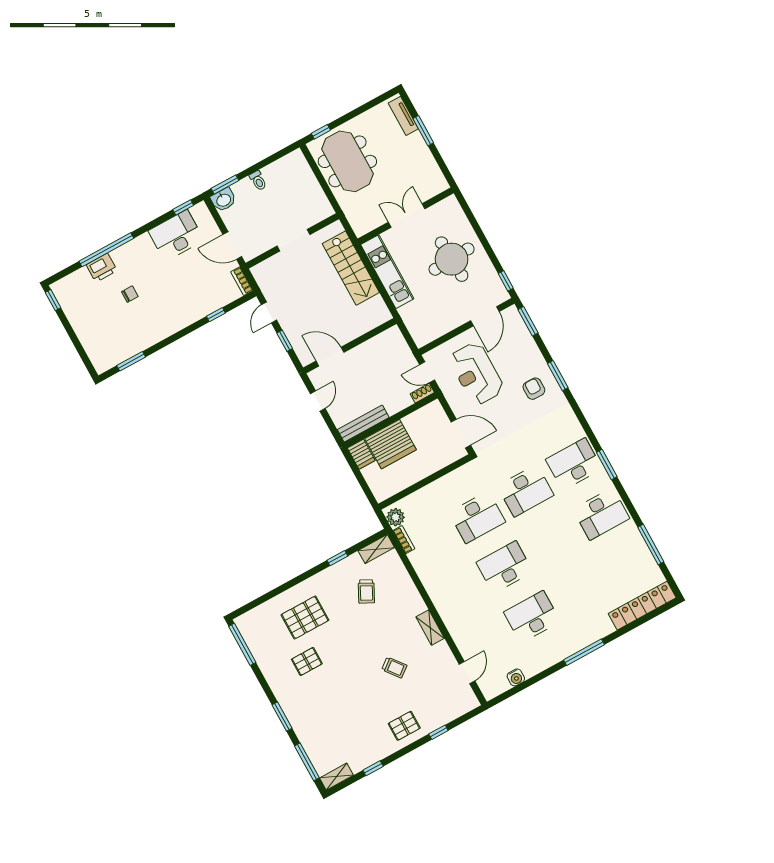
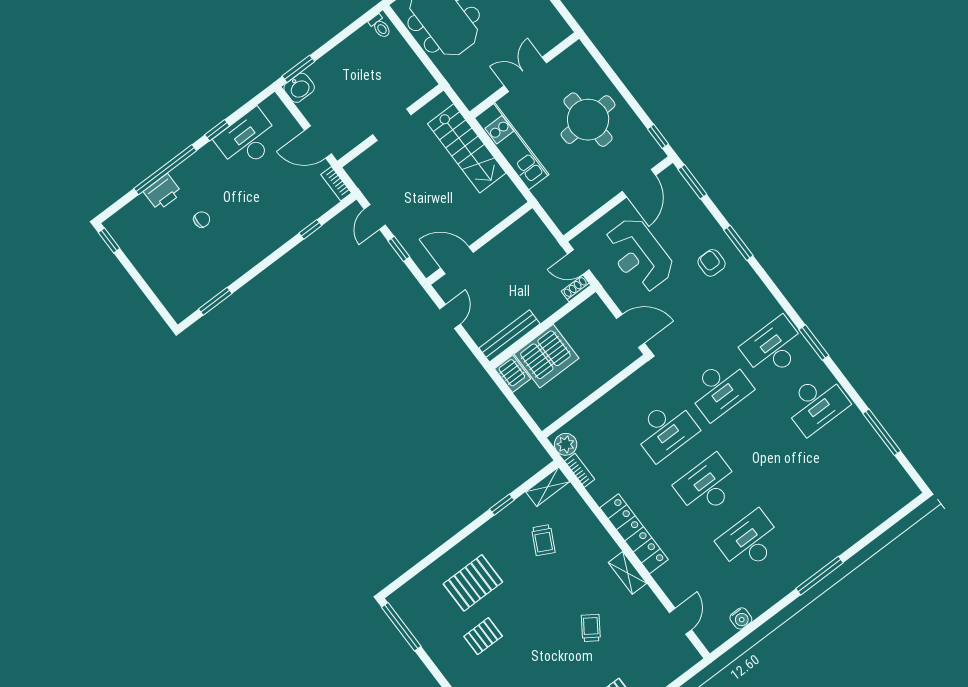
toilet: (258, 181) -> (380, 27), moved
window: (183, 207) -> (217, 130), moved
locker: (642, 606) -> (634, 534), moved, turned 90
trolley: (394, 667) -> (591, 628), turned -108

